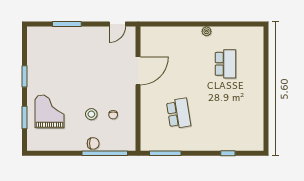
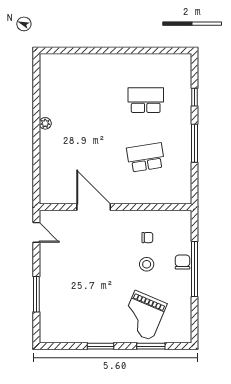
school desk: (225, 64) -> (146, 100), moved
grand piano: (50, 111) -> (143, 315), turned -67
window: (105, 153) -> (194, 269), moved
window: (165, 153) -> (194, 143), moved

